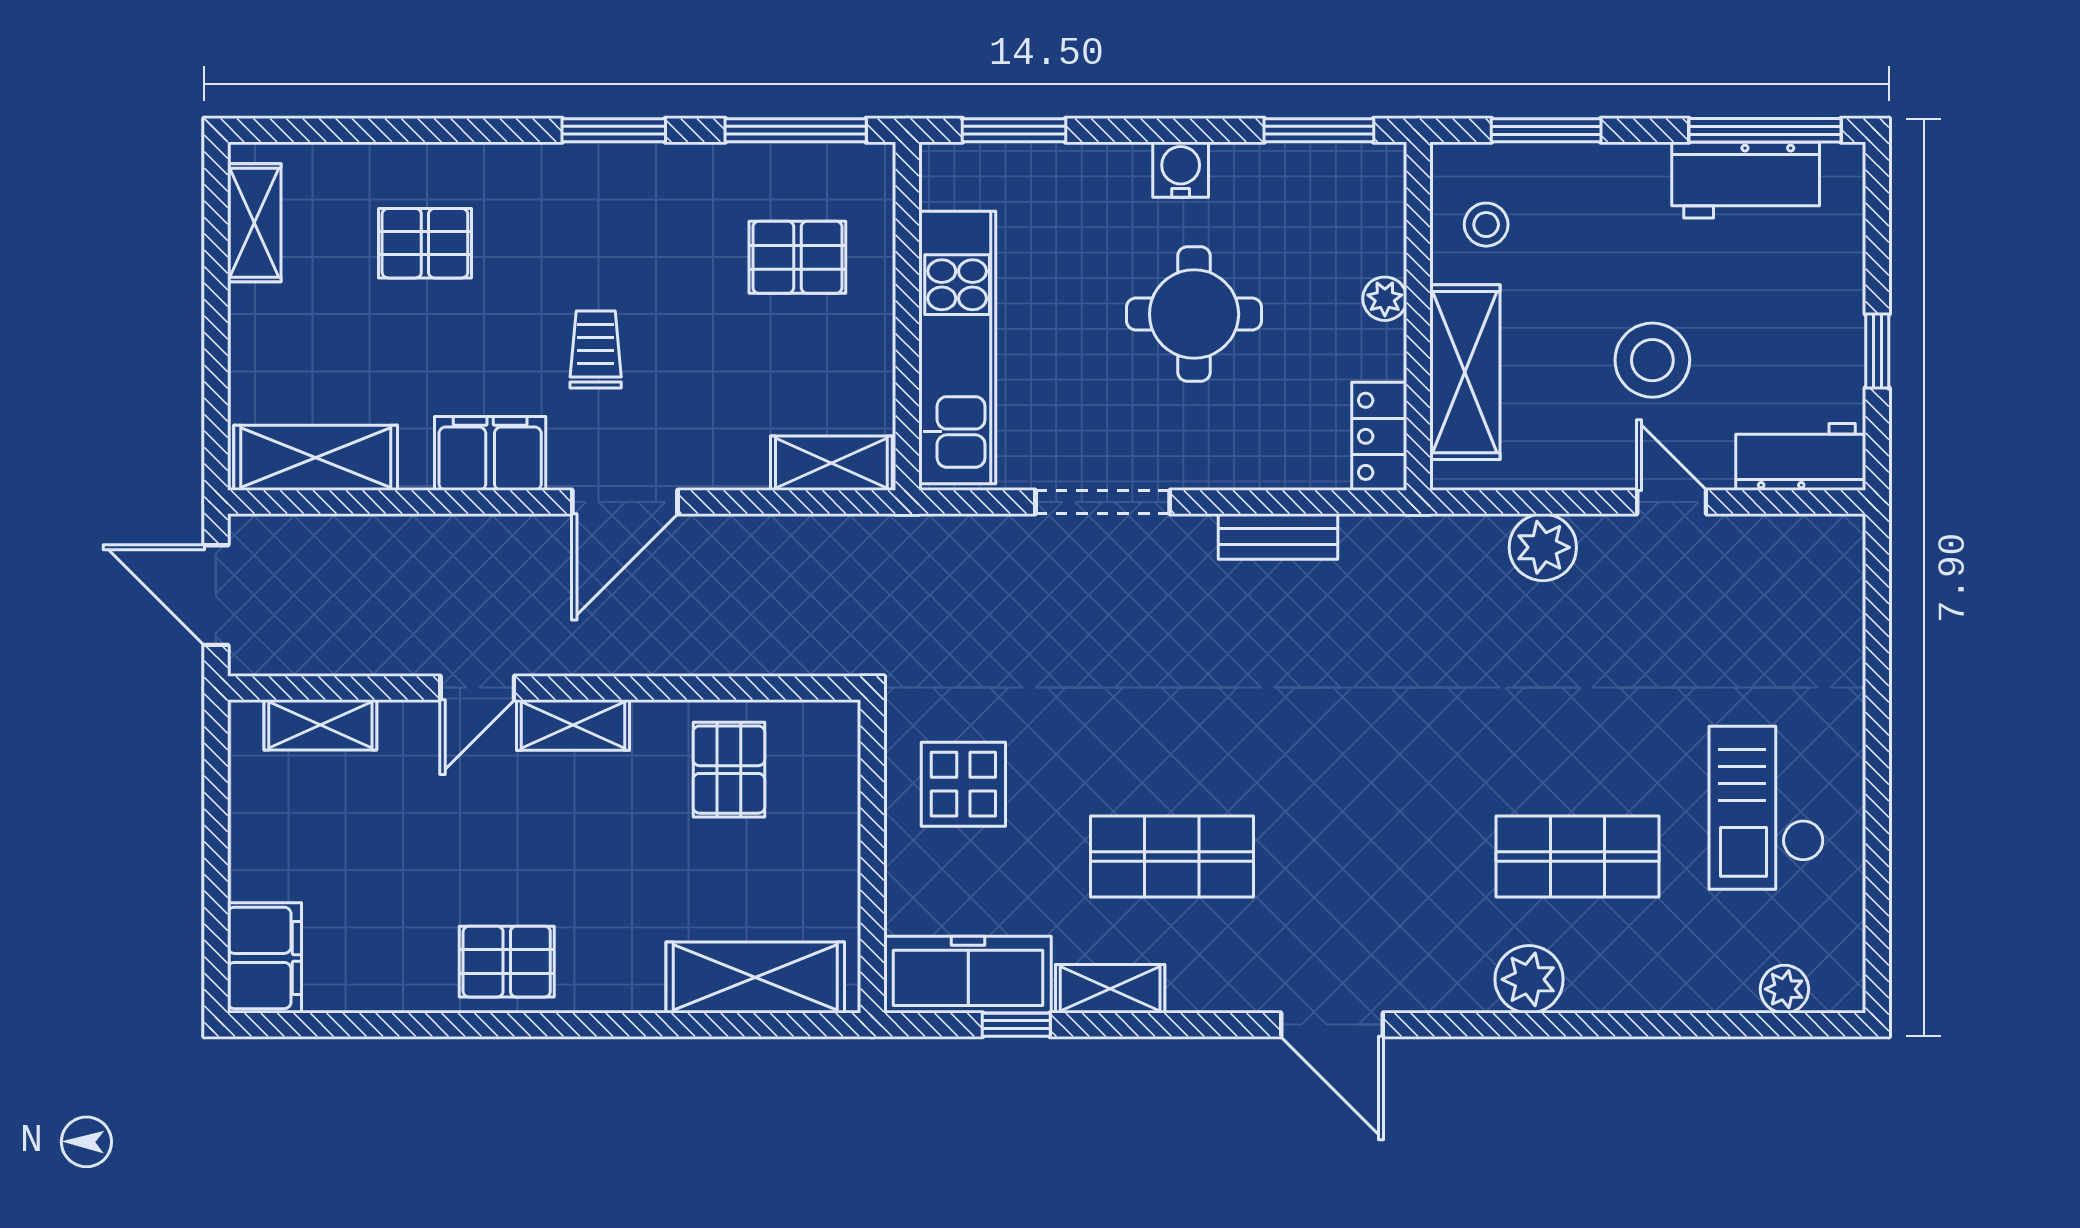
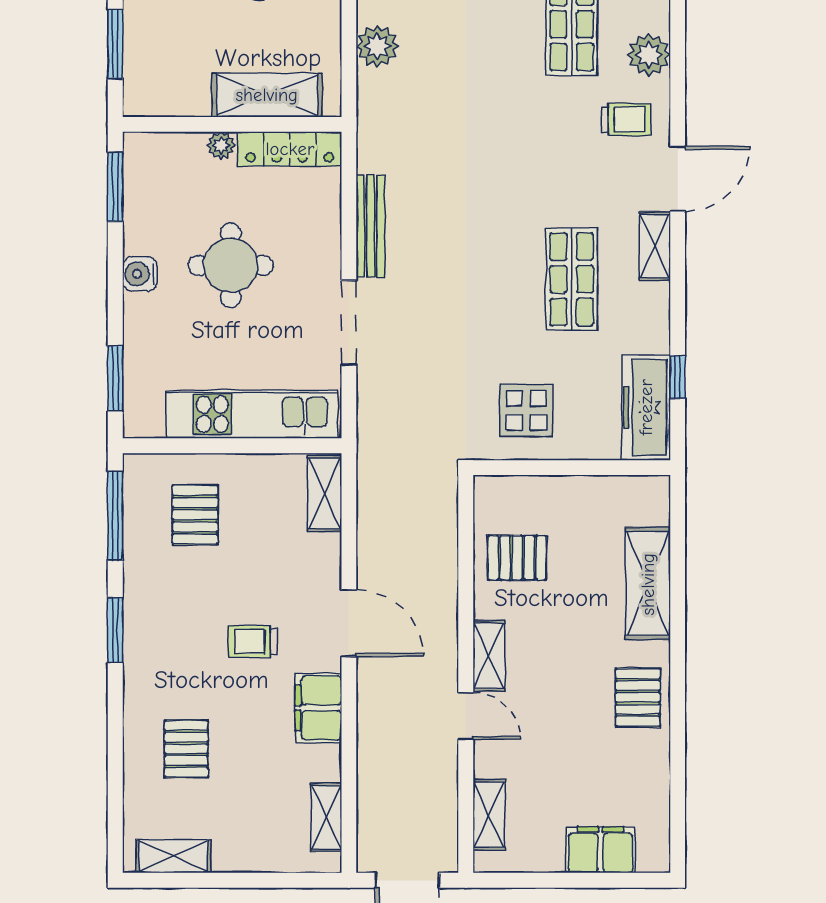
stool: (1486, 225) -> (174, 82), removed
locker: (1379, 436) -> (290, 149), width x1.53
shelving: (316, 458) -> (326, 818), width x0.67, depth x0.75
bench: (1278, 536) -> (371, 226), width x1.36
trolley: (1426, 943) -> (626, 120), added
filing cabinet: (264, 958) -> (600, 850), moved
shelving: (755, 978) -> (648, 584), moved
shelving: (1110, 989) -> (655, 246), moved

